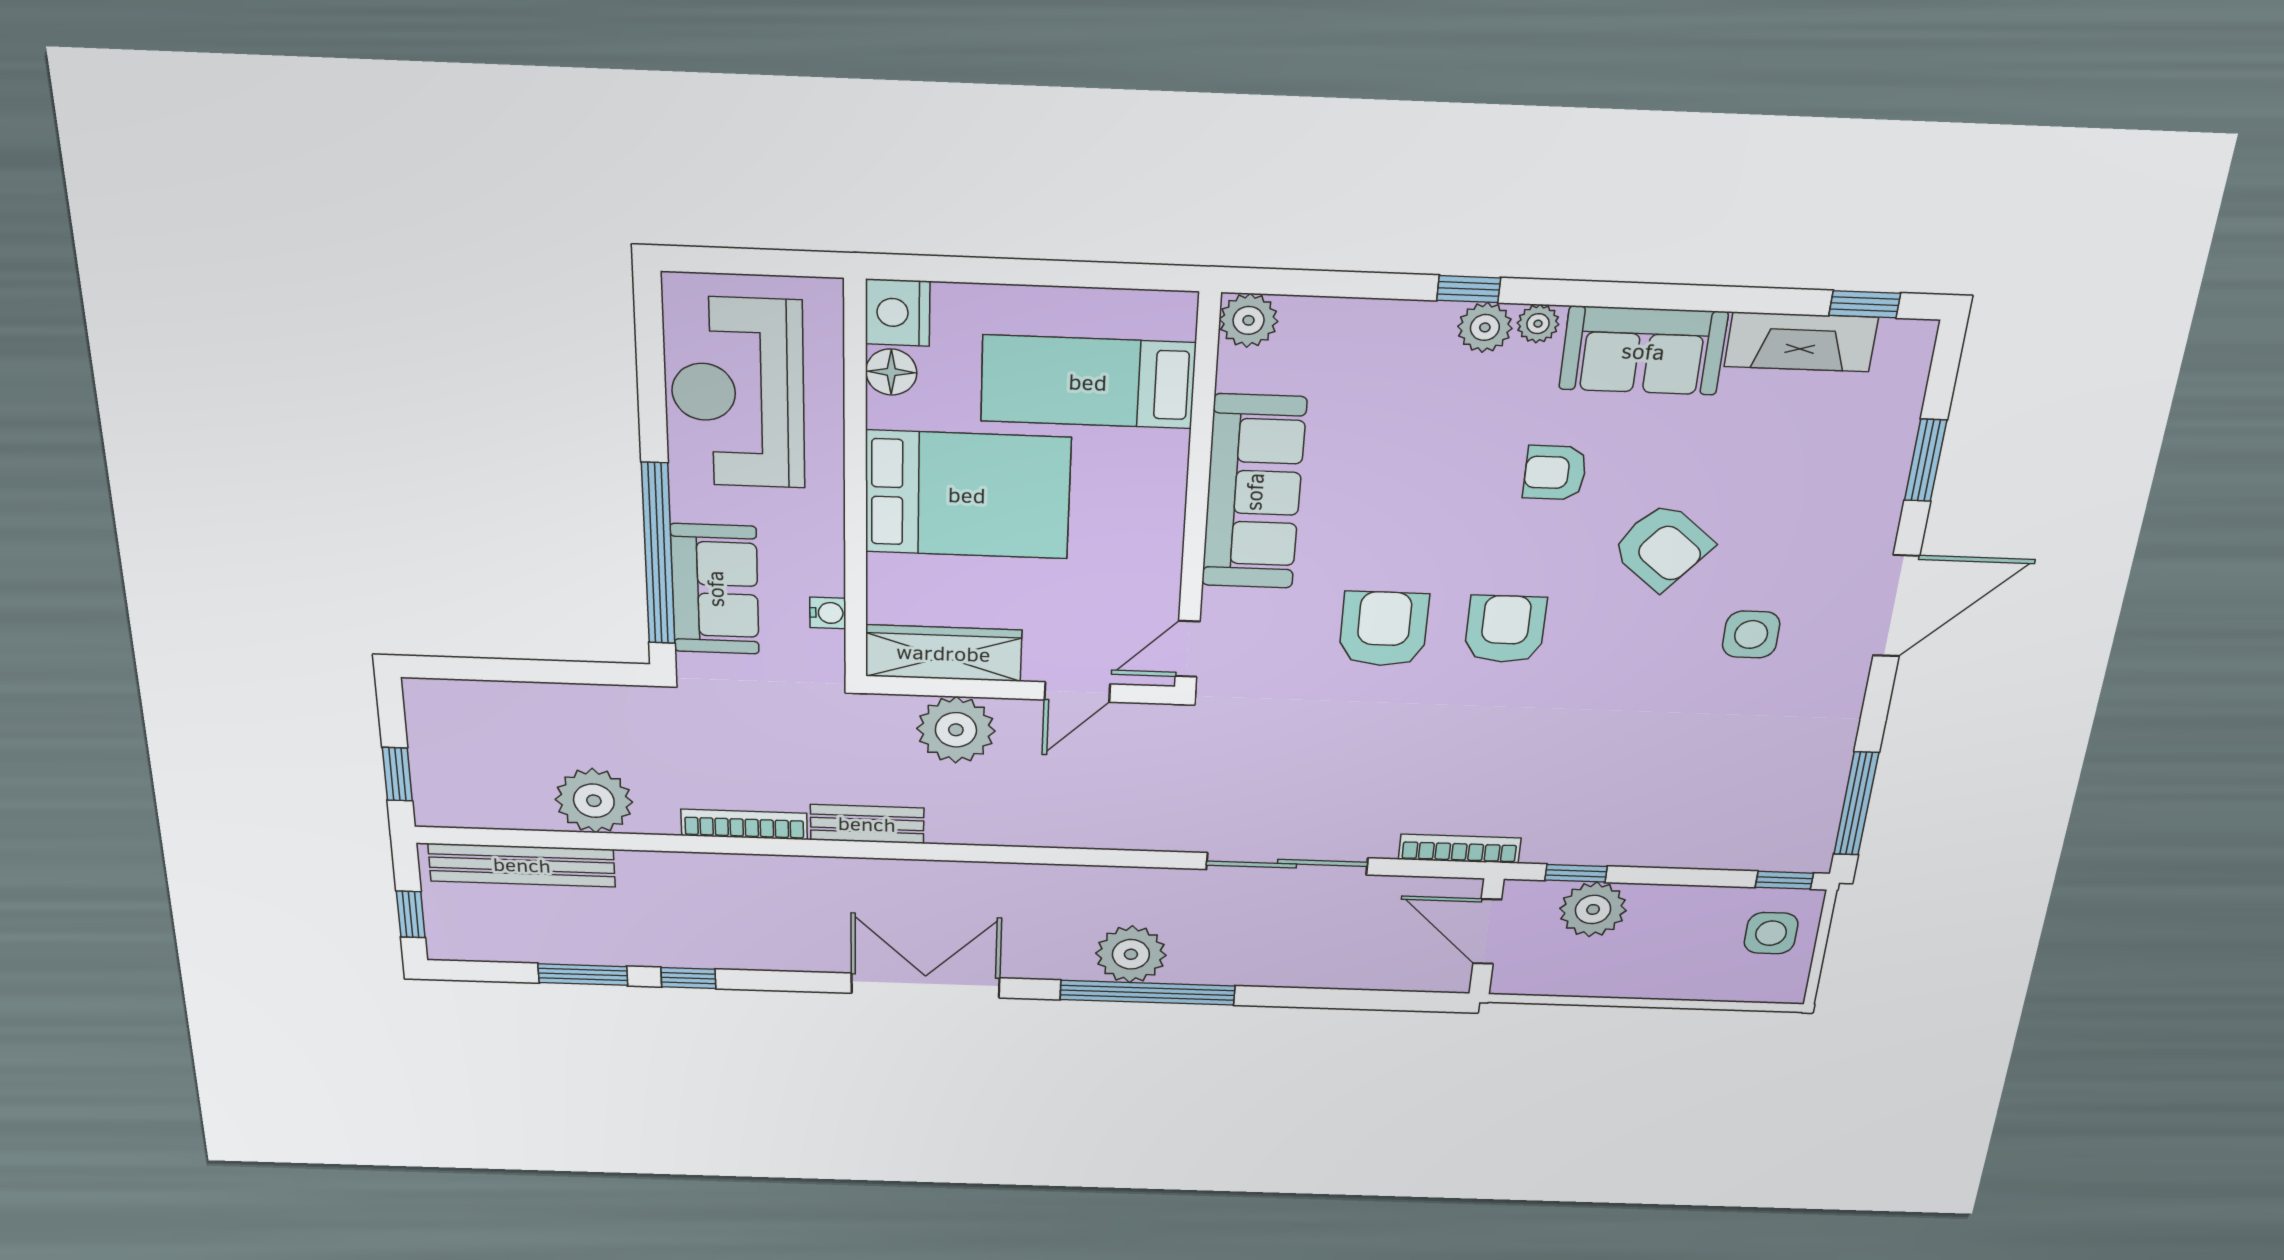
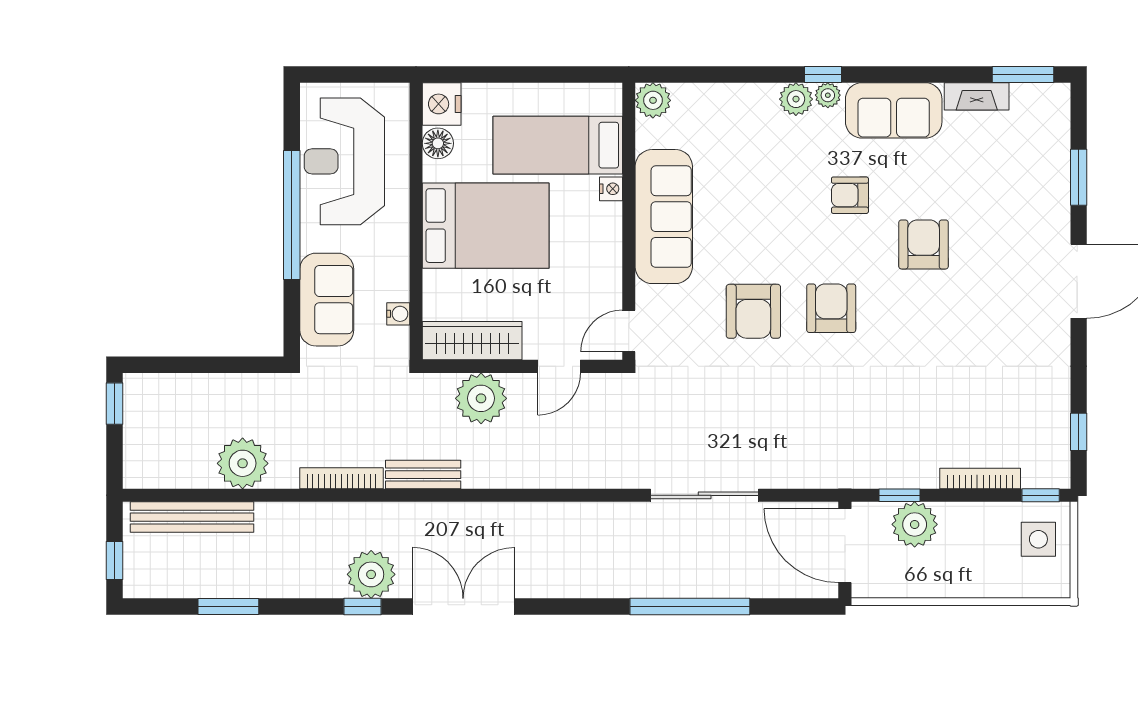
window: (1469, 289) -> (823, 74), moved
window: (1865, 304) -> (1023, 74), width x1.50
fireplace: (1801, 342) -> (977, 96), width x0.73, depth x0.76
nightstand: (1171, 449) -> (611, 189), added
armchair: (1662, 547) -> (924, 244), turned -130
window: (658, 554) -> (292, 215), moved
armchair: (1384, 629) -> (753, 311), turned 180
side table: (1751, 634) -> (989, 306), removed
window: (397, 774) -> (114, 404), moved
window: (1856, 804) -> (1079, 432), width x0.46
bookcase: (1460, 849) -> (980, 479), moved
door: (1487, 932) -> (845, 546), width x1.36
plant: (1131, 954) -> (371, 574), moved
window: (688, 978) -> (363, 607), moved
window: (1147, 993) -> (690, 607), moved

